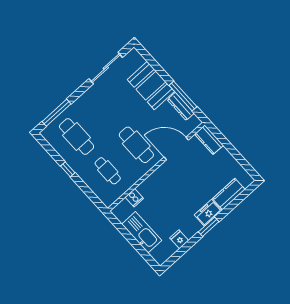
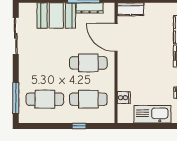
door: (176, 148) -> (116, 37), hinge flipped
window: (68, 169) -> (79, 126), moved
cafe table: (108, 171) -> (88, 99), width x1.37, depth x1.35

